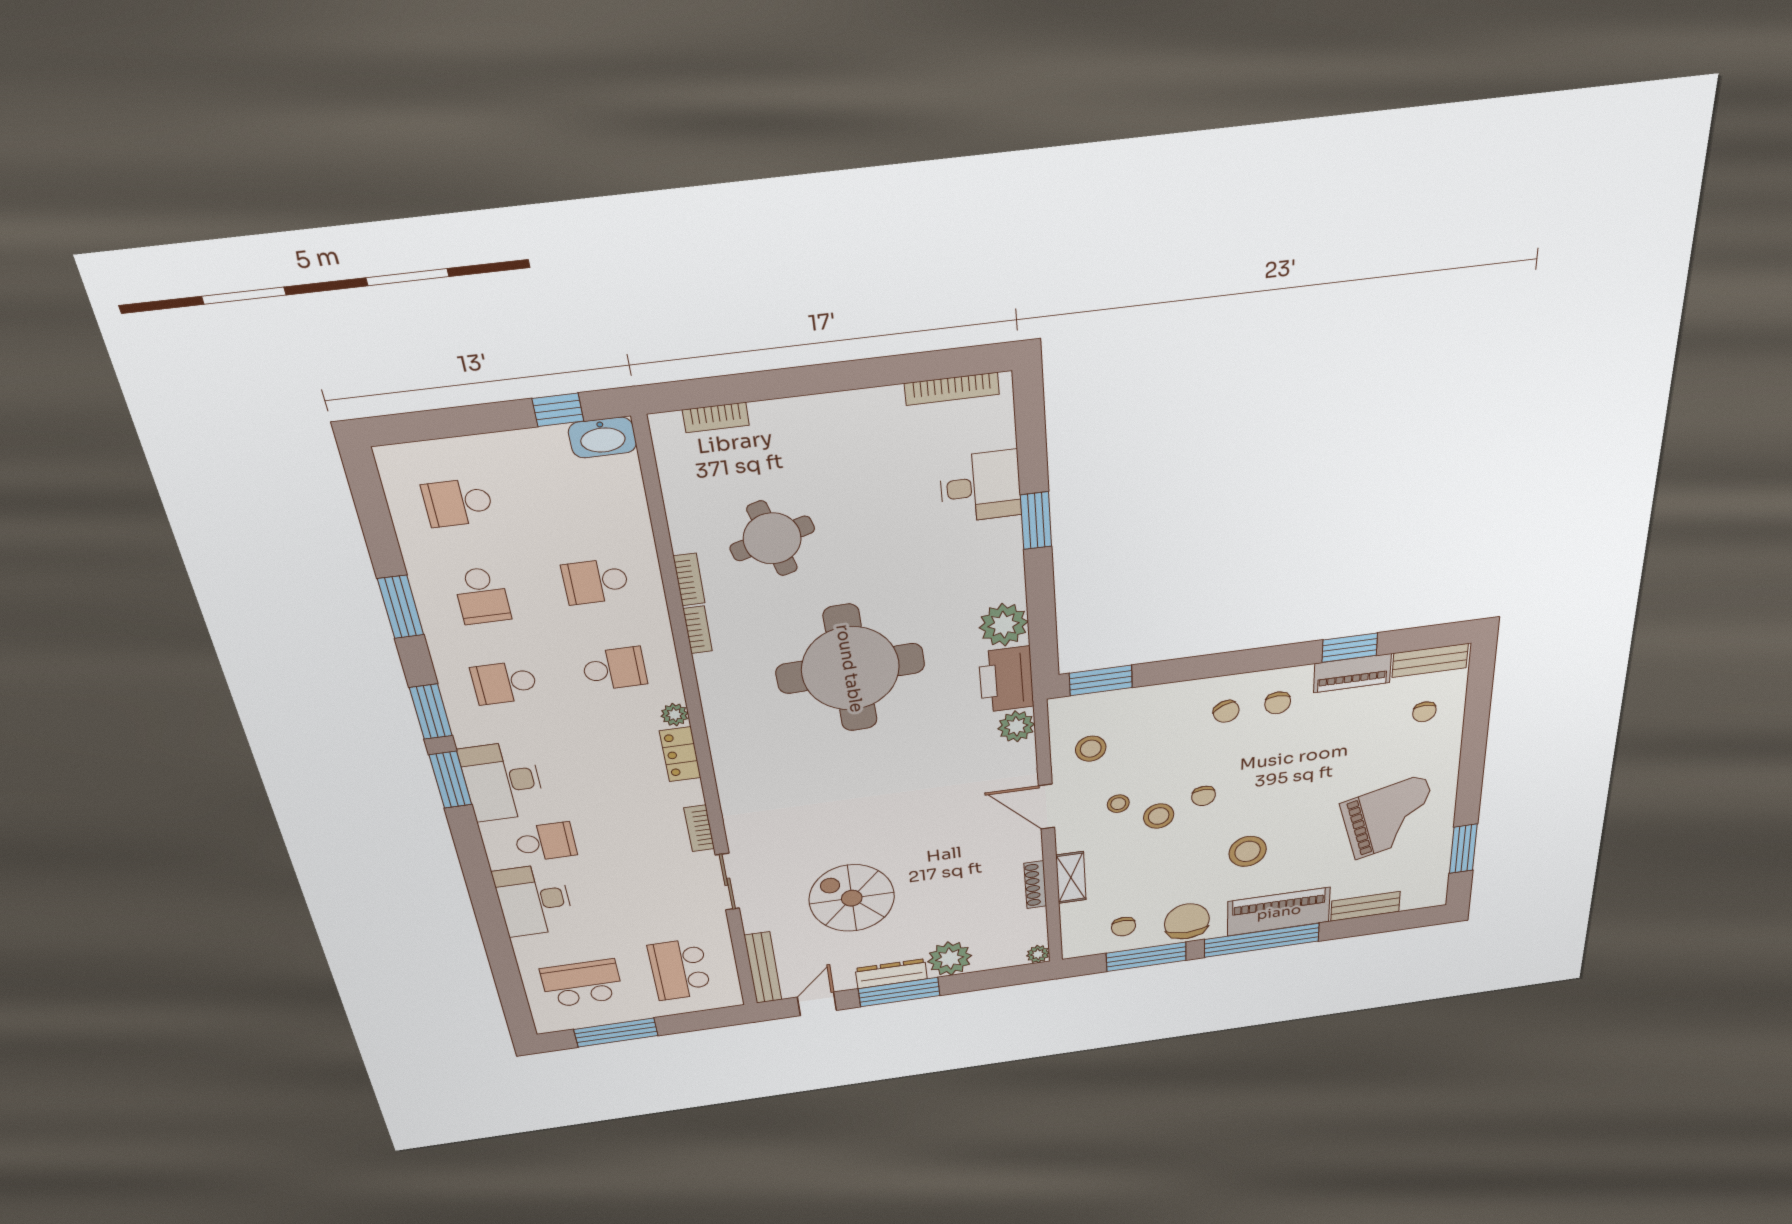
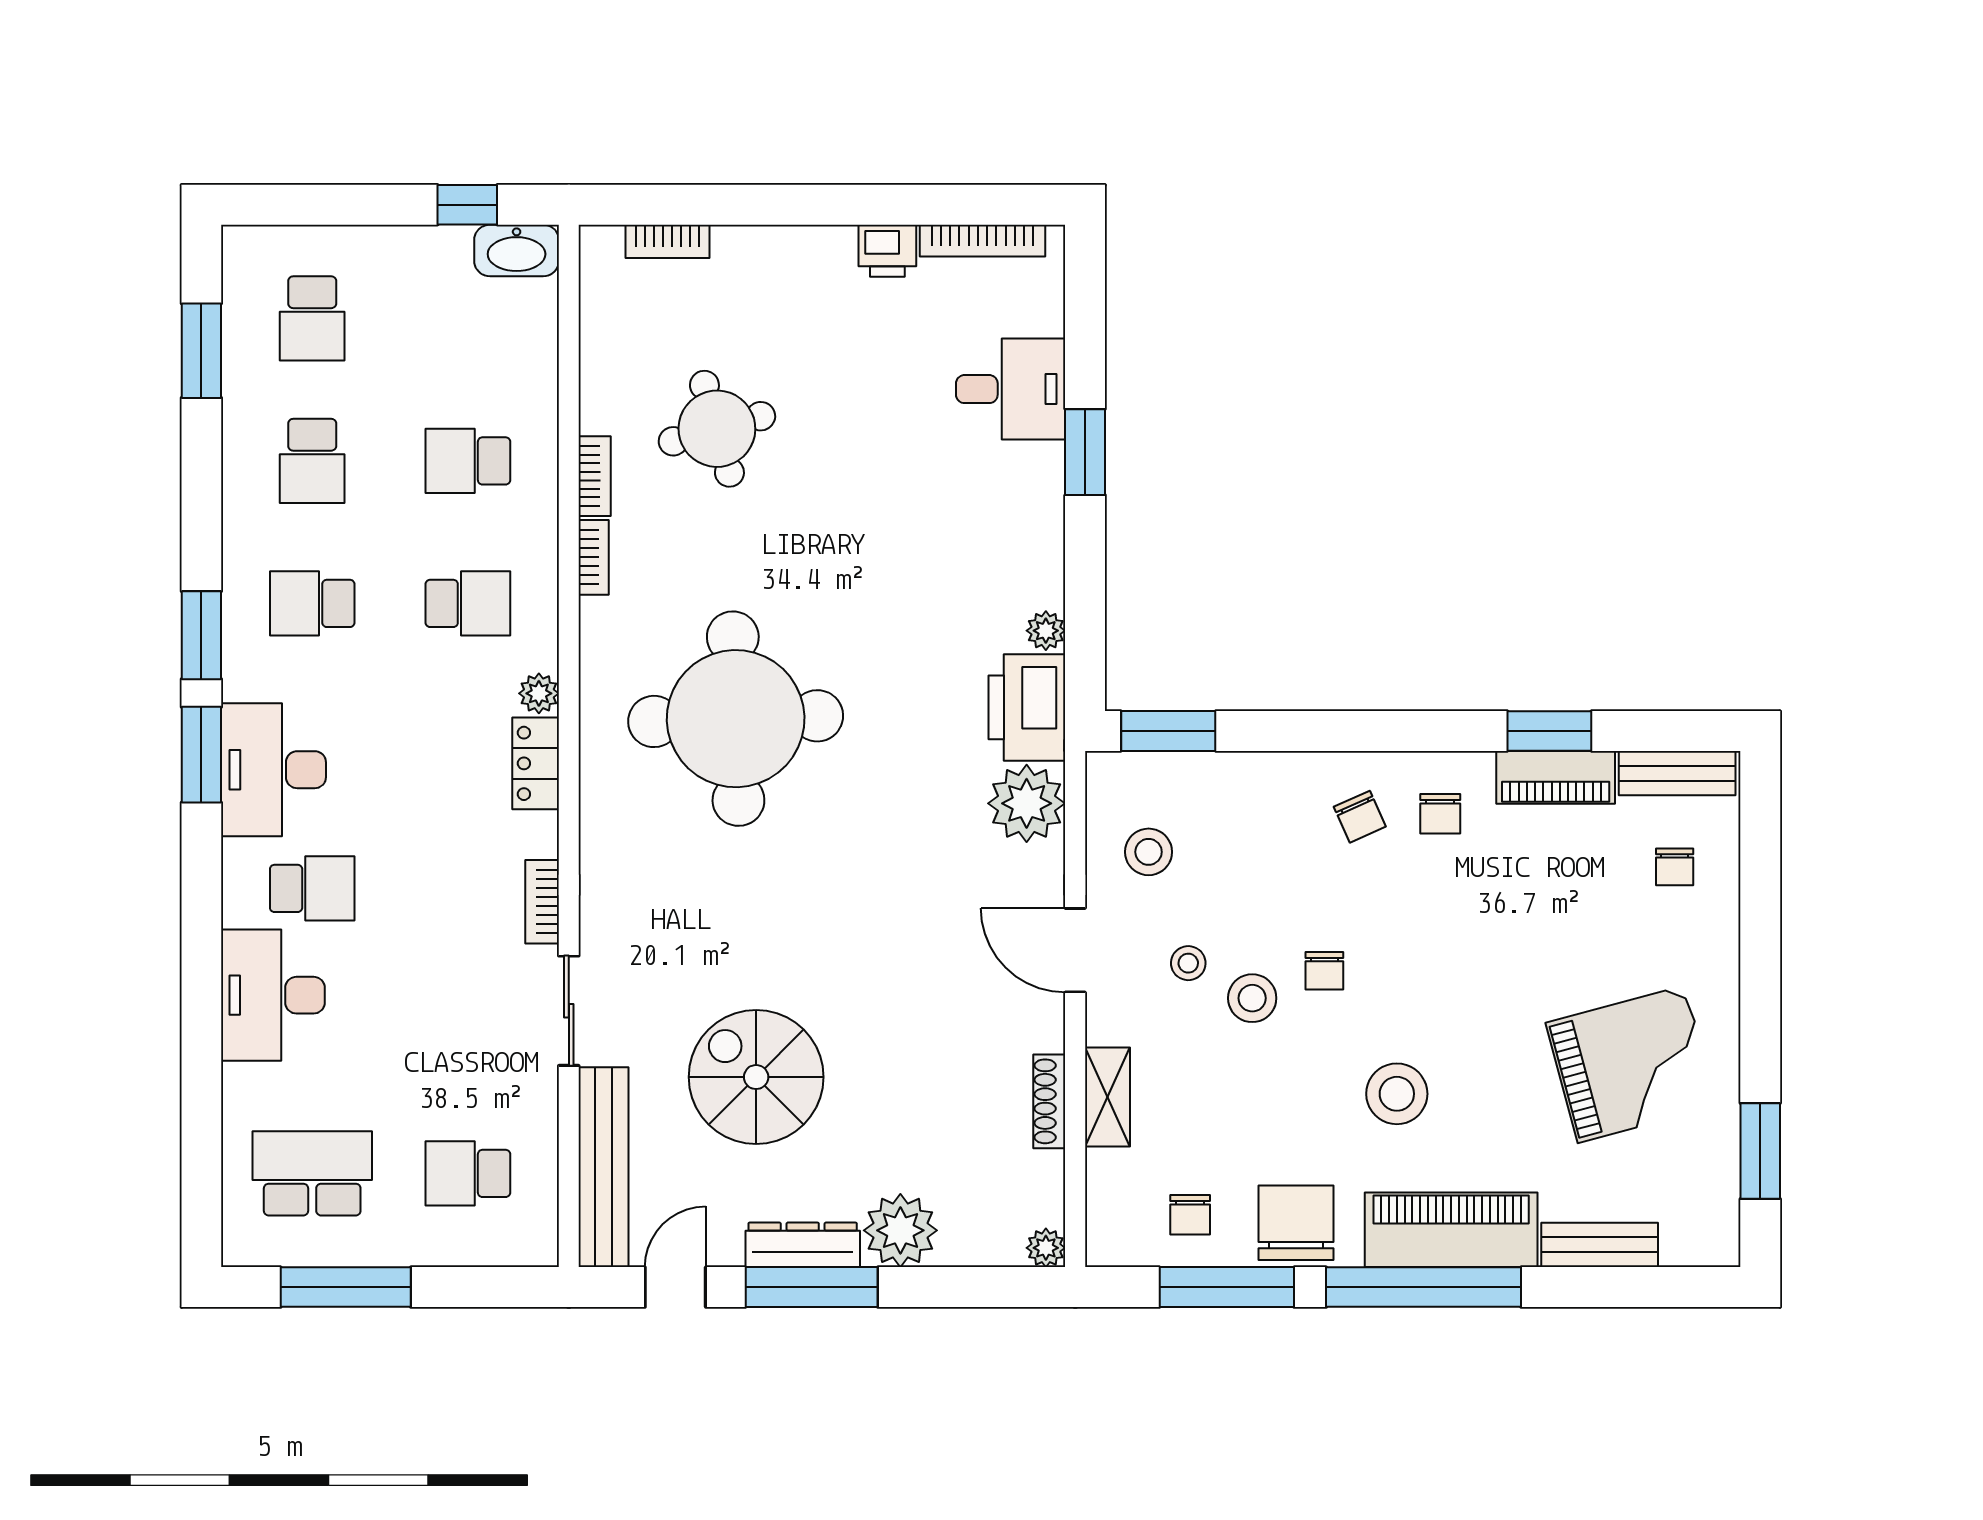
printer: (882, 404) -> (887, 251), added
school desk: (458, 503) -> (312, 318), turned -90
window: (401, 607) -> (201, 351), moved
plant: (1004, 625) -> (1046, 631), width x0.53, depth x0.53
round table: (850, 668) -> (736, 719), moved
plant: (1016, 726) -> (1027, 803), width x1.36, depth x1.36
bench: (763, 968) -> (604, 1167), width x1.37, depth x1.21
school desk: (679, 970) -> (468, 1173), width x0.54

